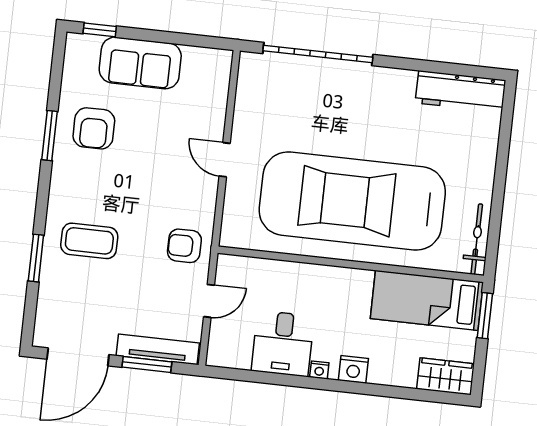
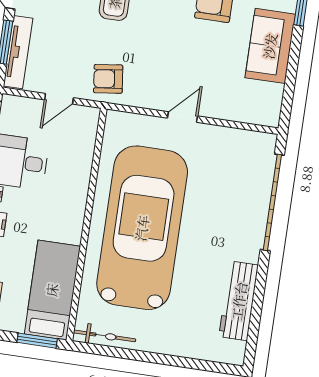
workbench: (460, 91) -> (239, 301), moved
armchair: (184, 246) -> (108, 79), turned -97
door: (209, 301) -> (59, 99), hinge flipped

